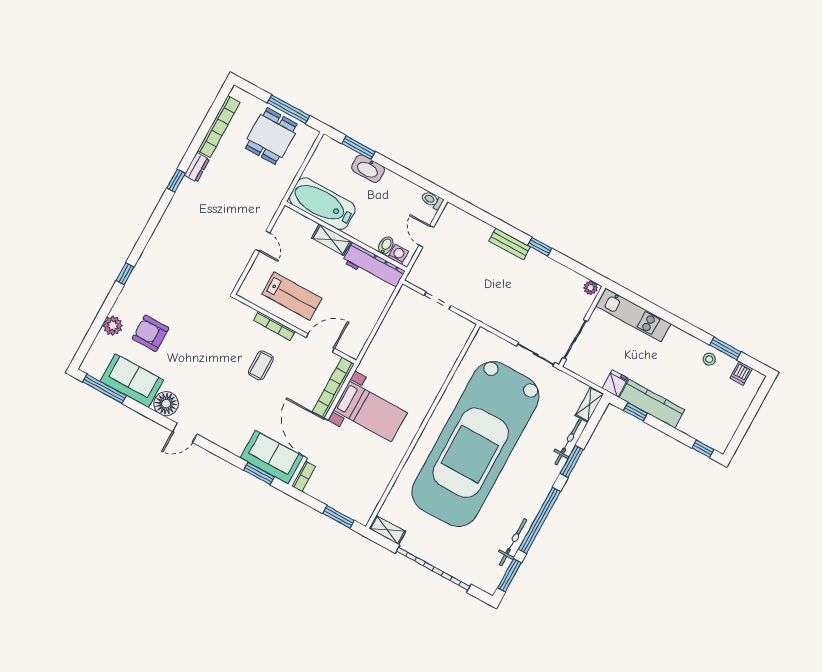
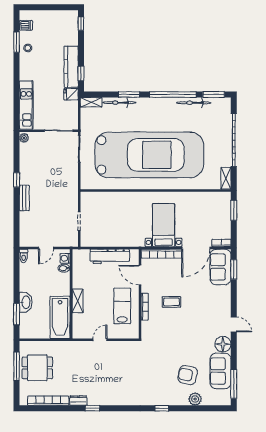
workbench: (374, 266) -> (110, 256), moved, turned 90
armchair: (150, 333) -> (188, 375), turned 102

